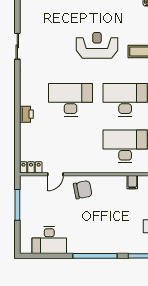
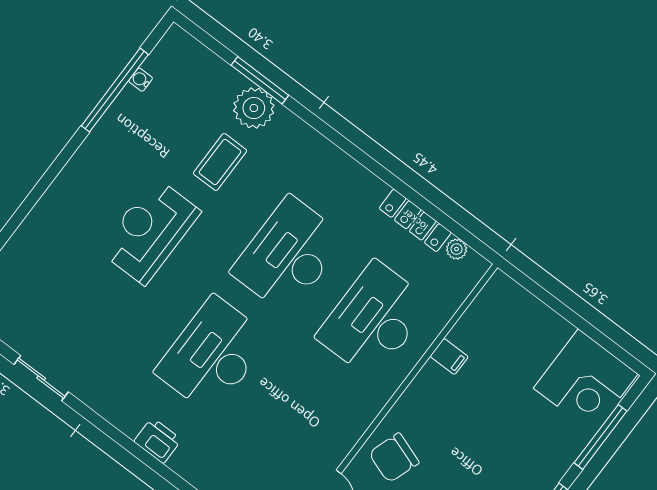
printer: (26, 114) -> (158, 440), moved
chair: (83, 190) -> (394, 458), turned -150

